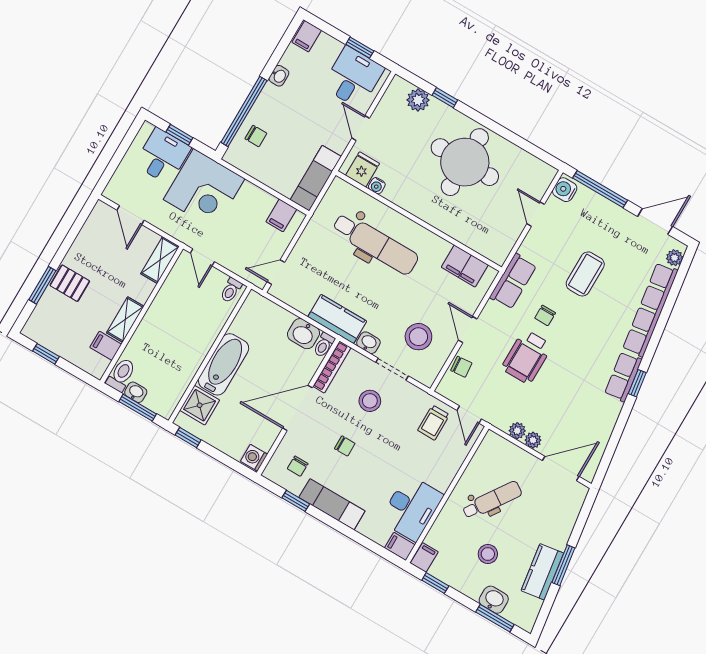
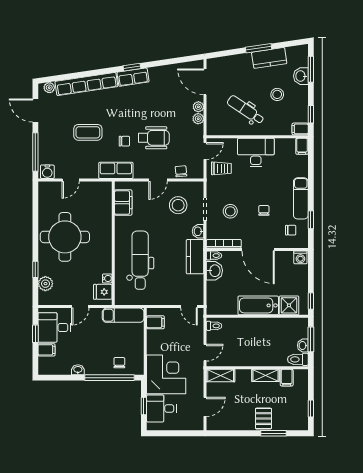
filing cabinet: (307, 36) -> (47, 350), moved
desk: (411, 508) -> (256, 153), moved

